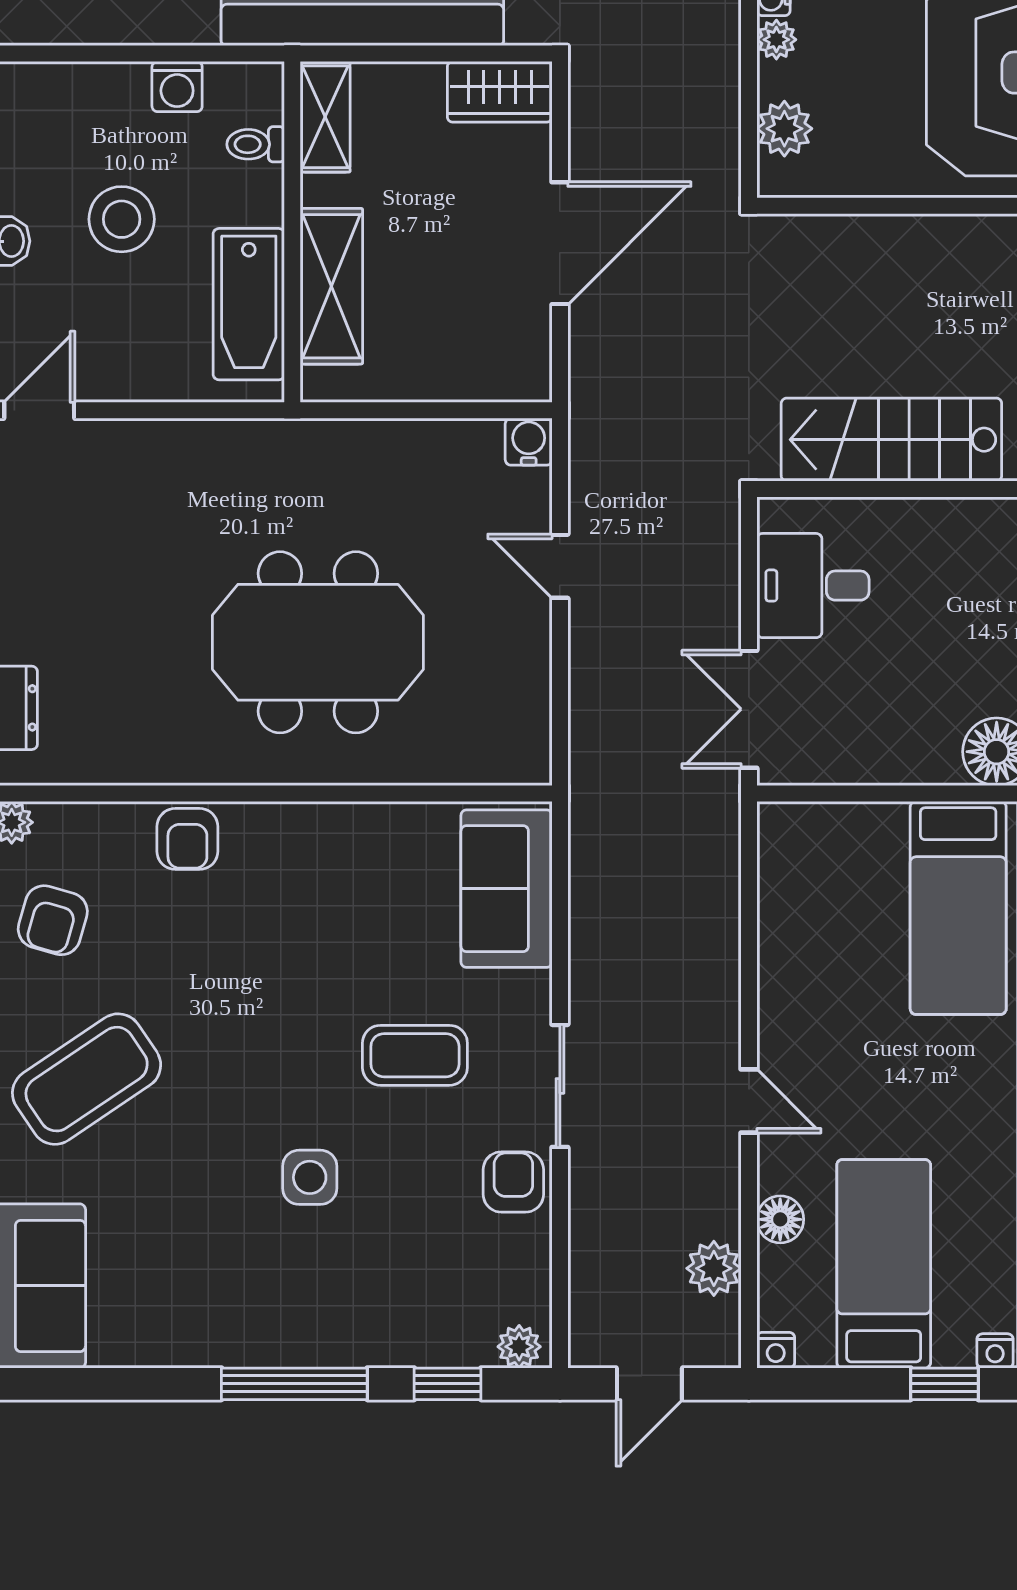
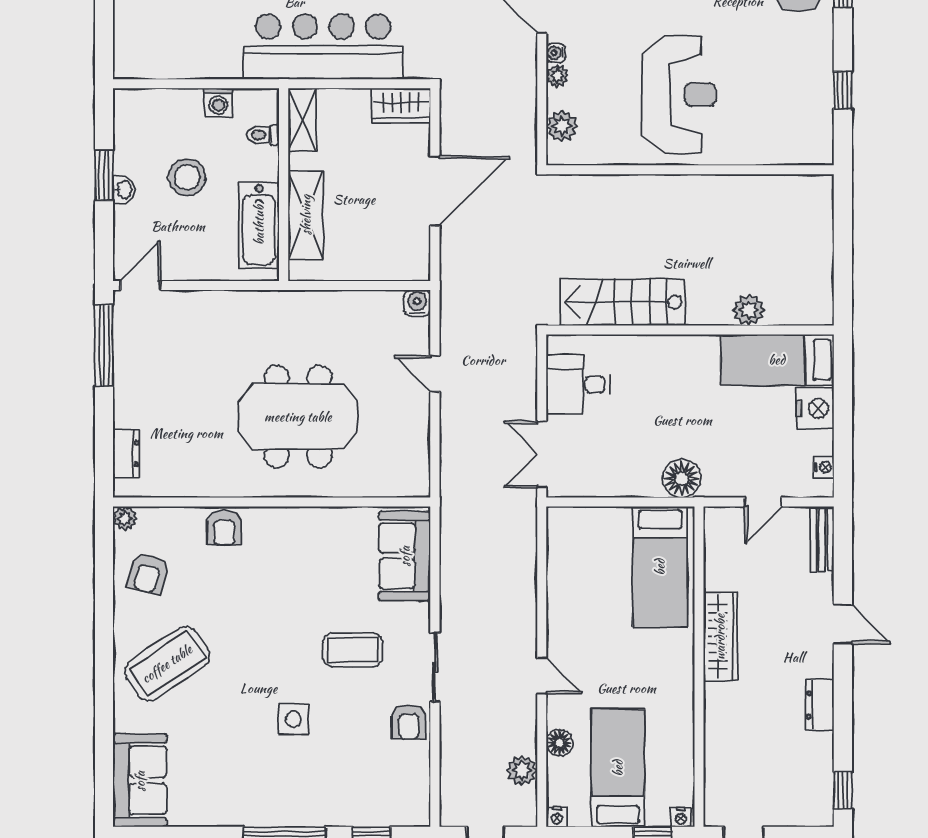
armchair: (513, 1182) -> (409, 722), turned 180
plant: (519, 1347) -> (412, 815), removed

